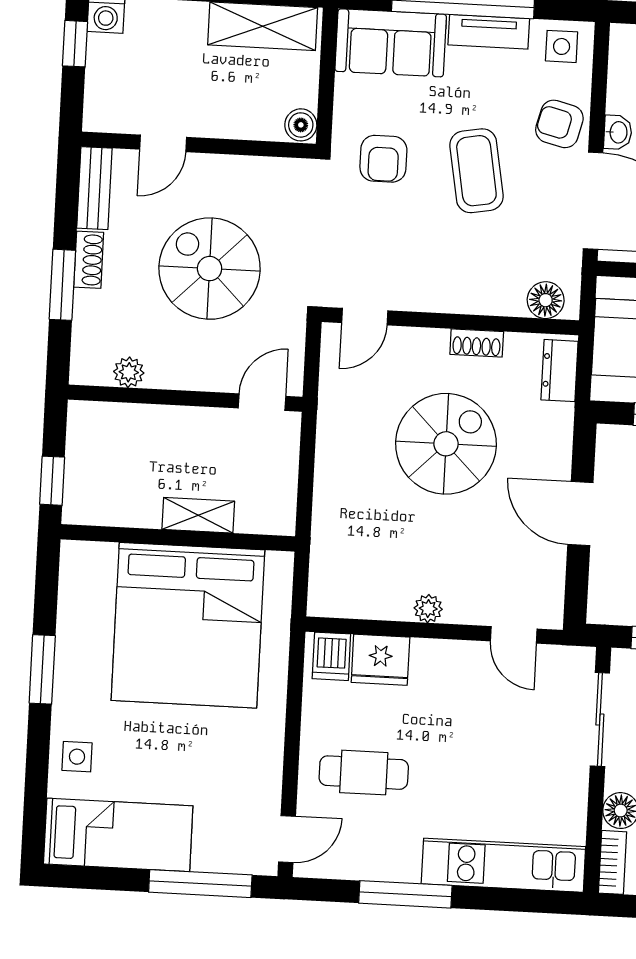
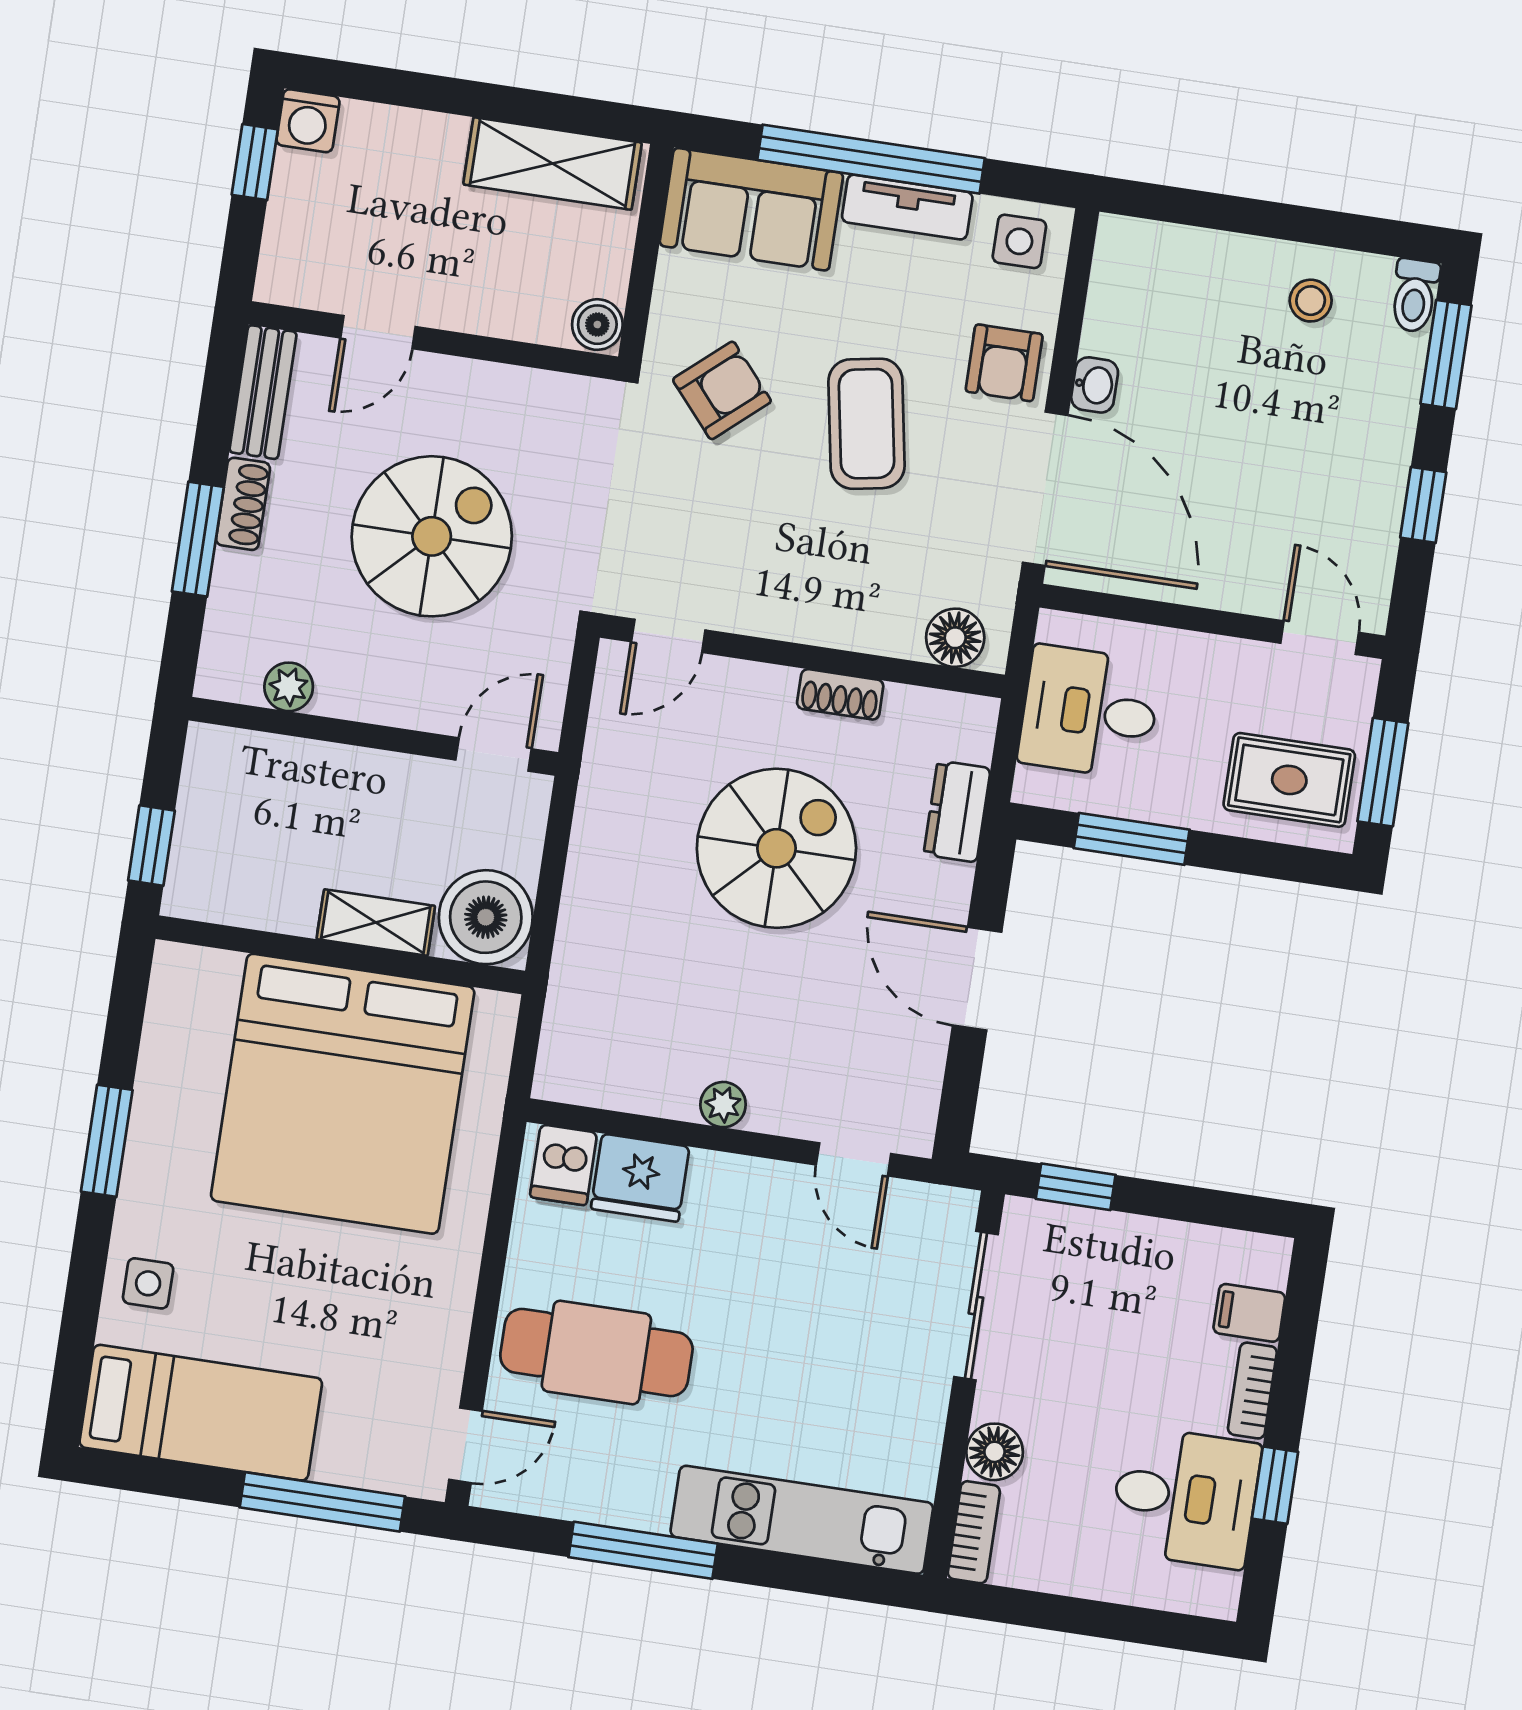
armchair: (559, 124) -> (1004, 363), turned -104
armchair: (383, 159) -> (722, 390), turned -131
spiral stairs: (210, 269) -> (432, 536), turned 90
dresser: (560, 371) -> (957, 811), moved
boiler: (267, 505) -> (486, 917), added
cafe table: (364, 773) -> (596, 1352), width x1.37, depth x1.35

